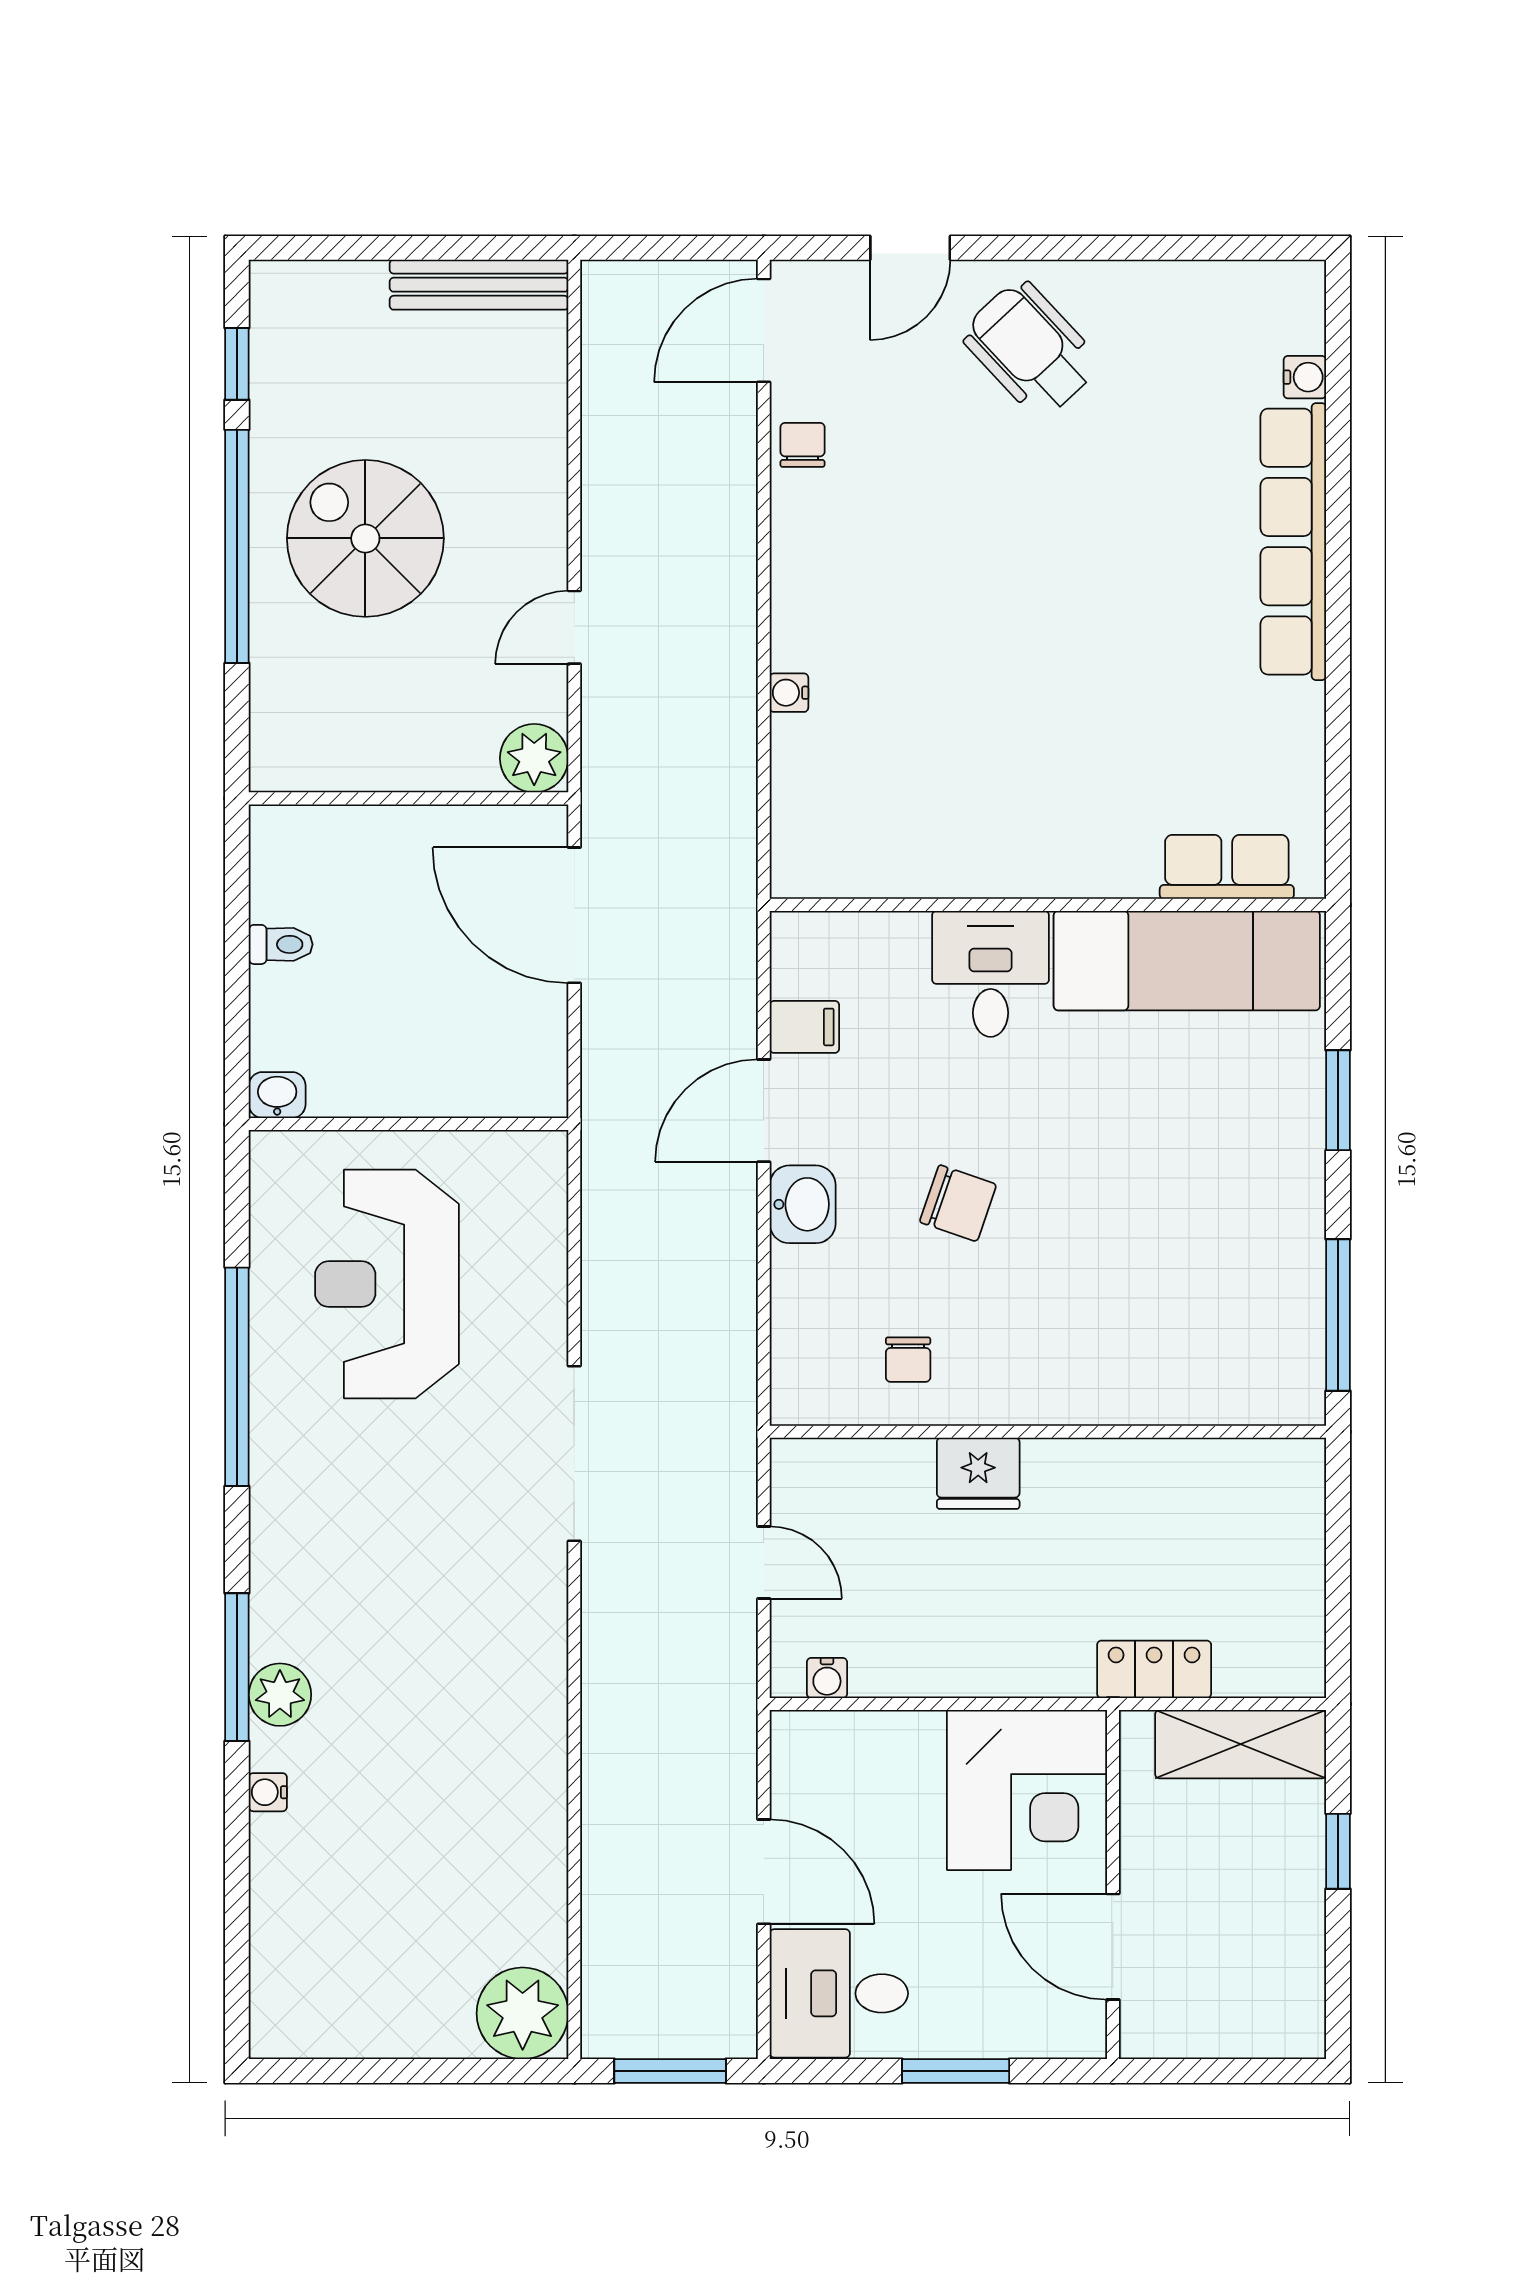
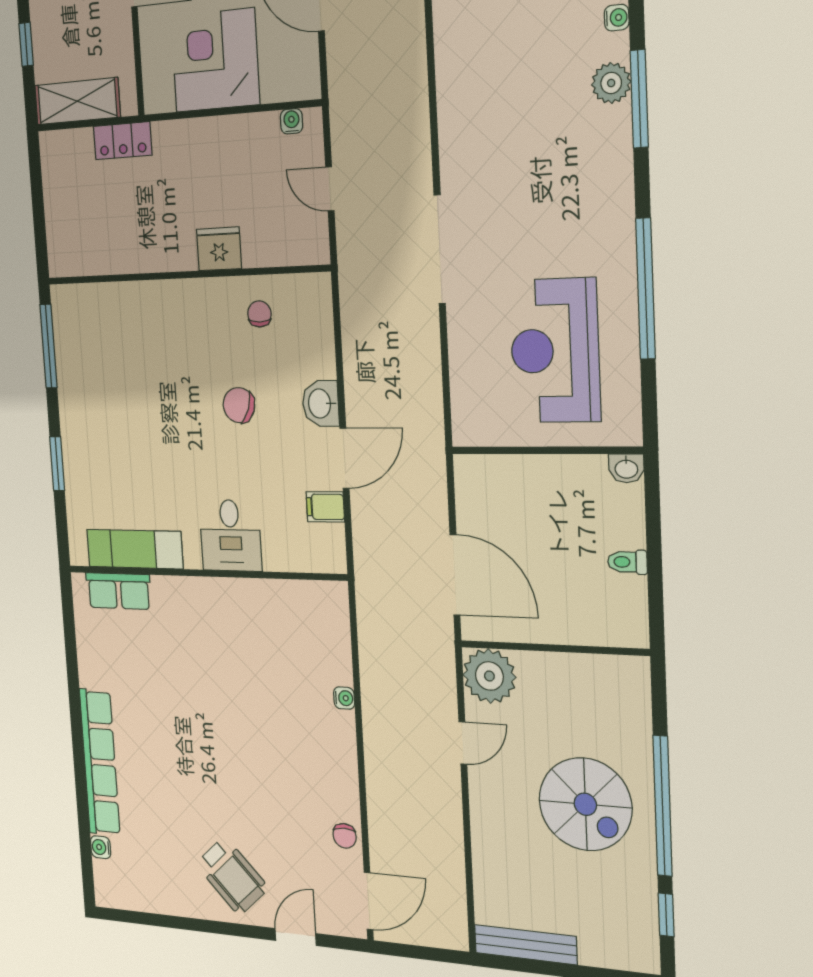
plant: (534, 758) -> (489, 676), width x1.36, depth x1.36
exam couch: (1187, 961) -> (135, 549), width x0.73, depth x0.69
reception desk: (387, 1284) -> (555, 351), turned 180
corner desk: (1027, 1790) -> (215, 60), moved

